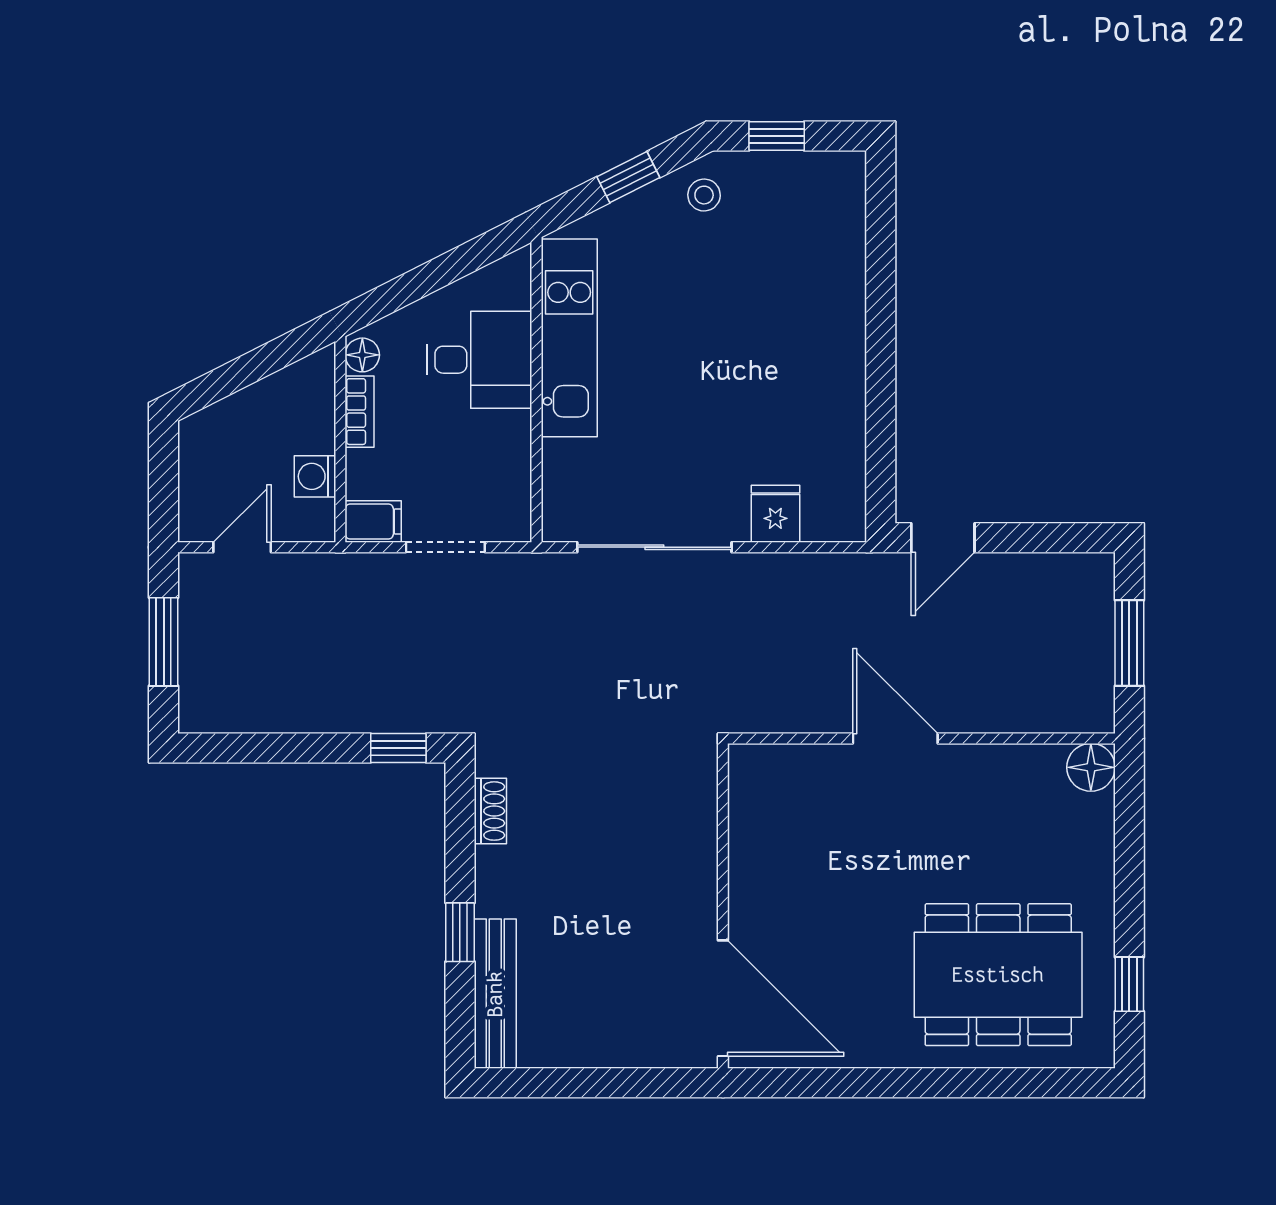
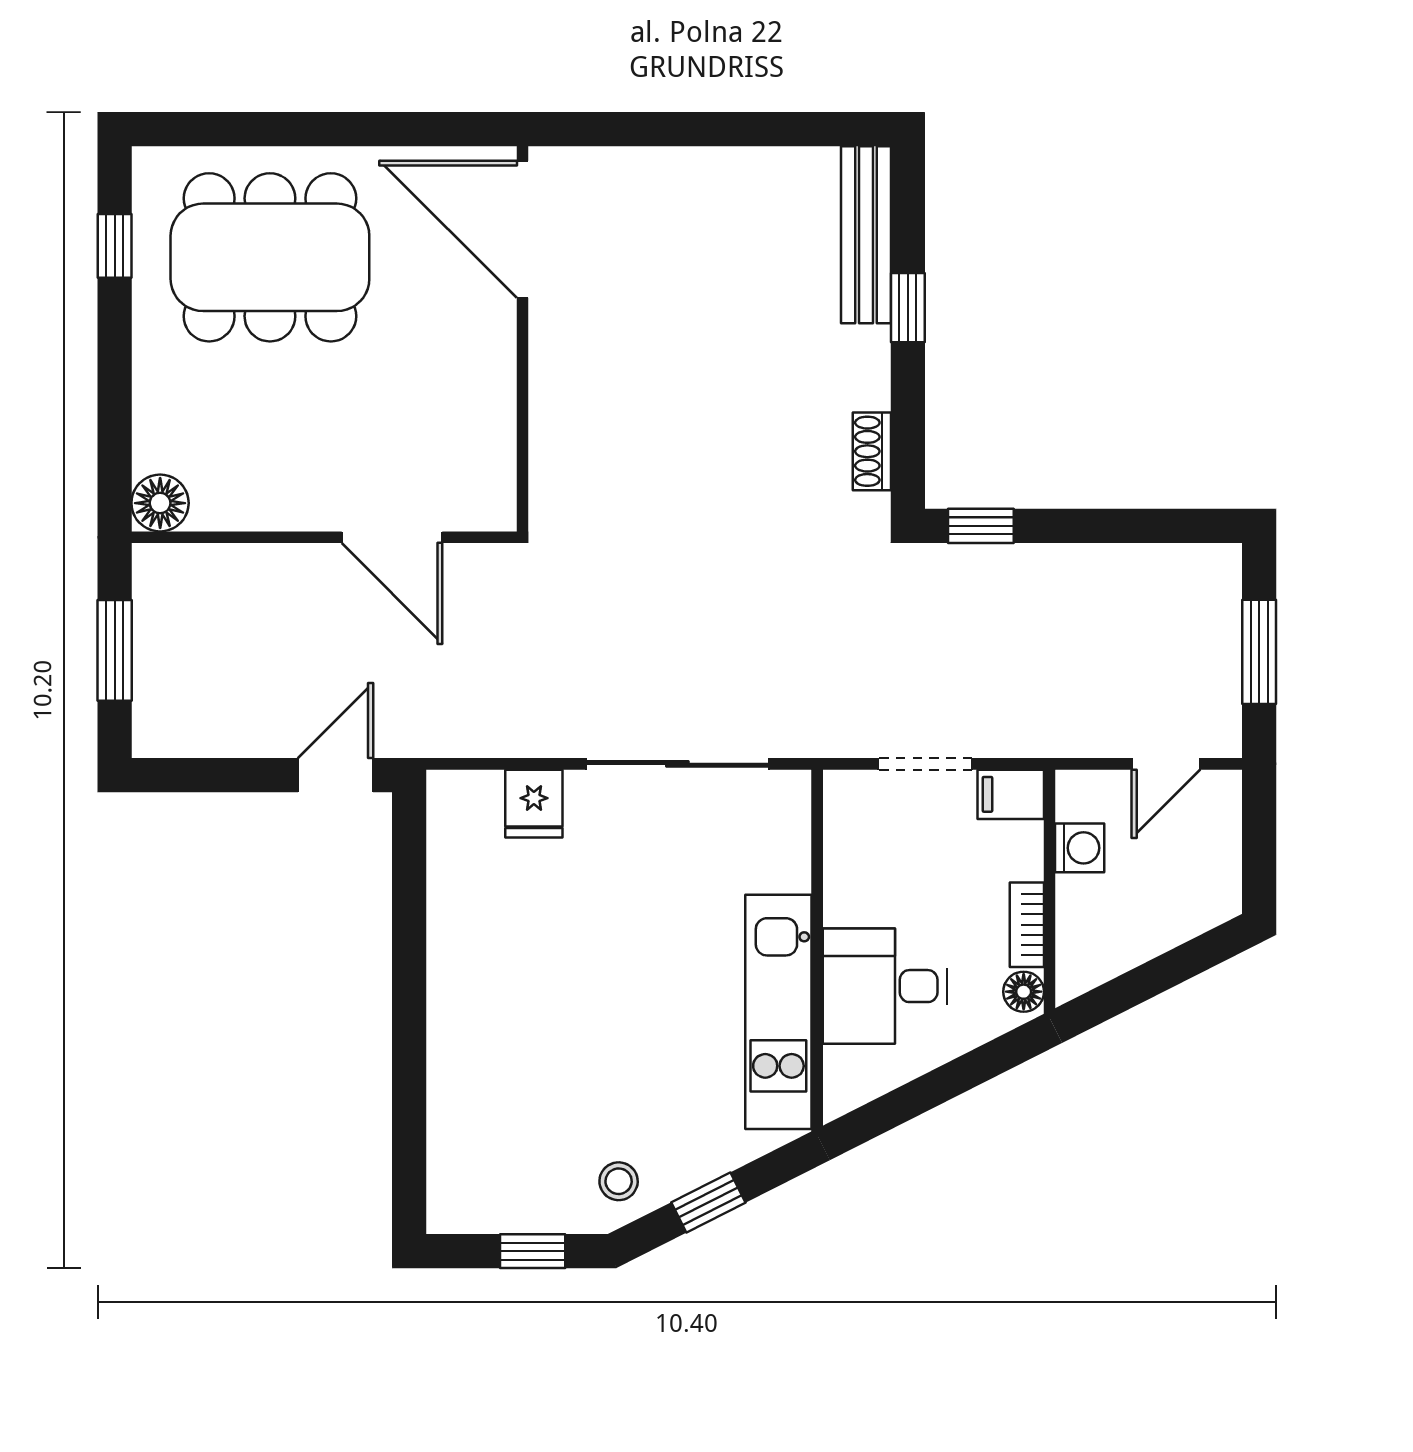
wall: (723, 906) -> (522, 339), moved
door: (723, 998) -> (522, 229), moved

